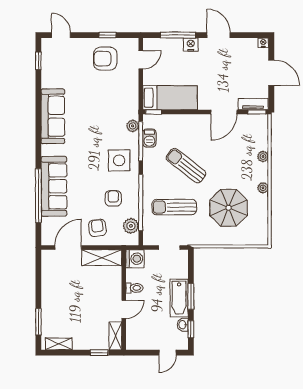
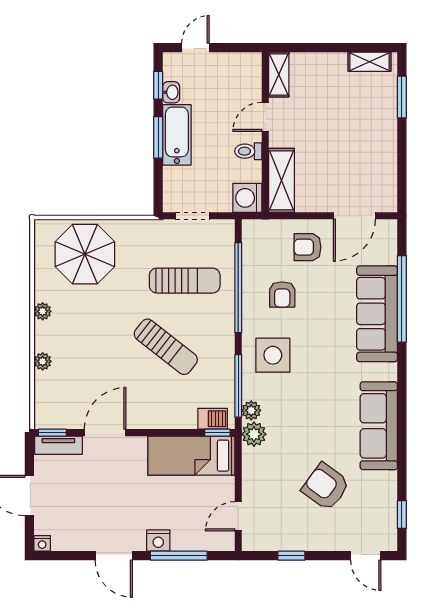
armchair: (105, 59) -> (326, 487), moved, turned -144
barbecue: (149, 138) -> (213, 419), moved, turned 90
parasol: (229, 208) -> (85, 254), moved
plant: (131, 226) -> (254, 434), moved
armchair: (97, 228) -> (308, 247), turned 97
shelving: (102, 258) -> (282, 180), moved, turned 90
window: (99, 353) -> (305, 48), removed

